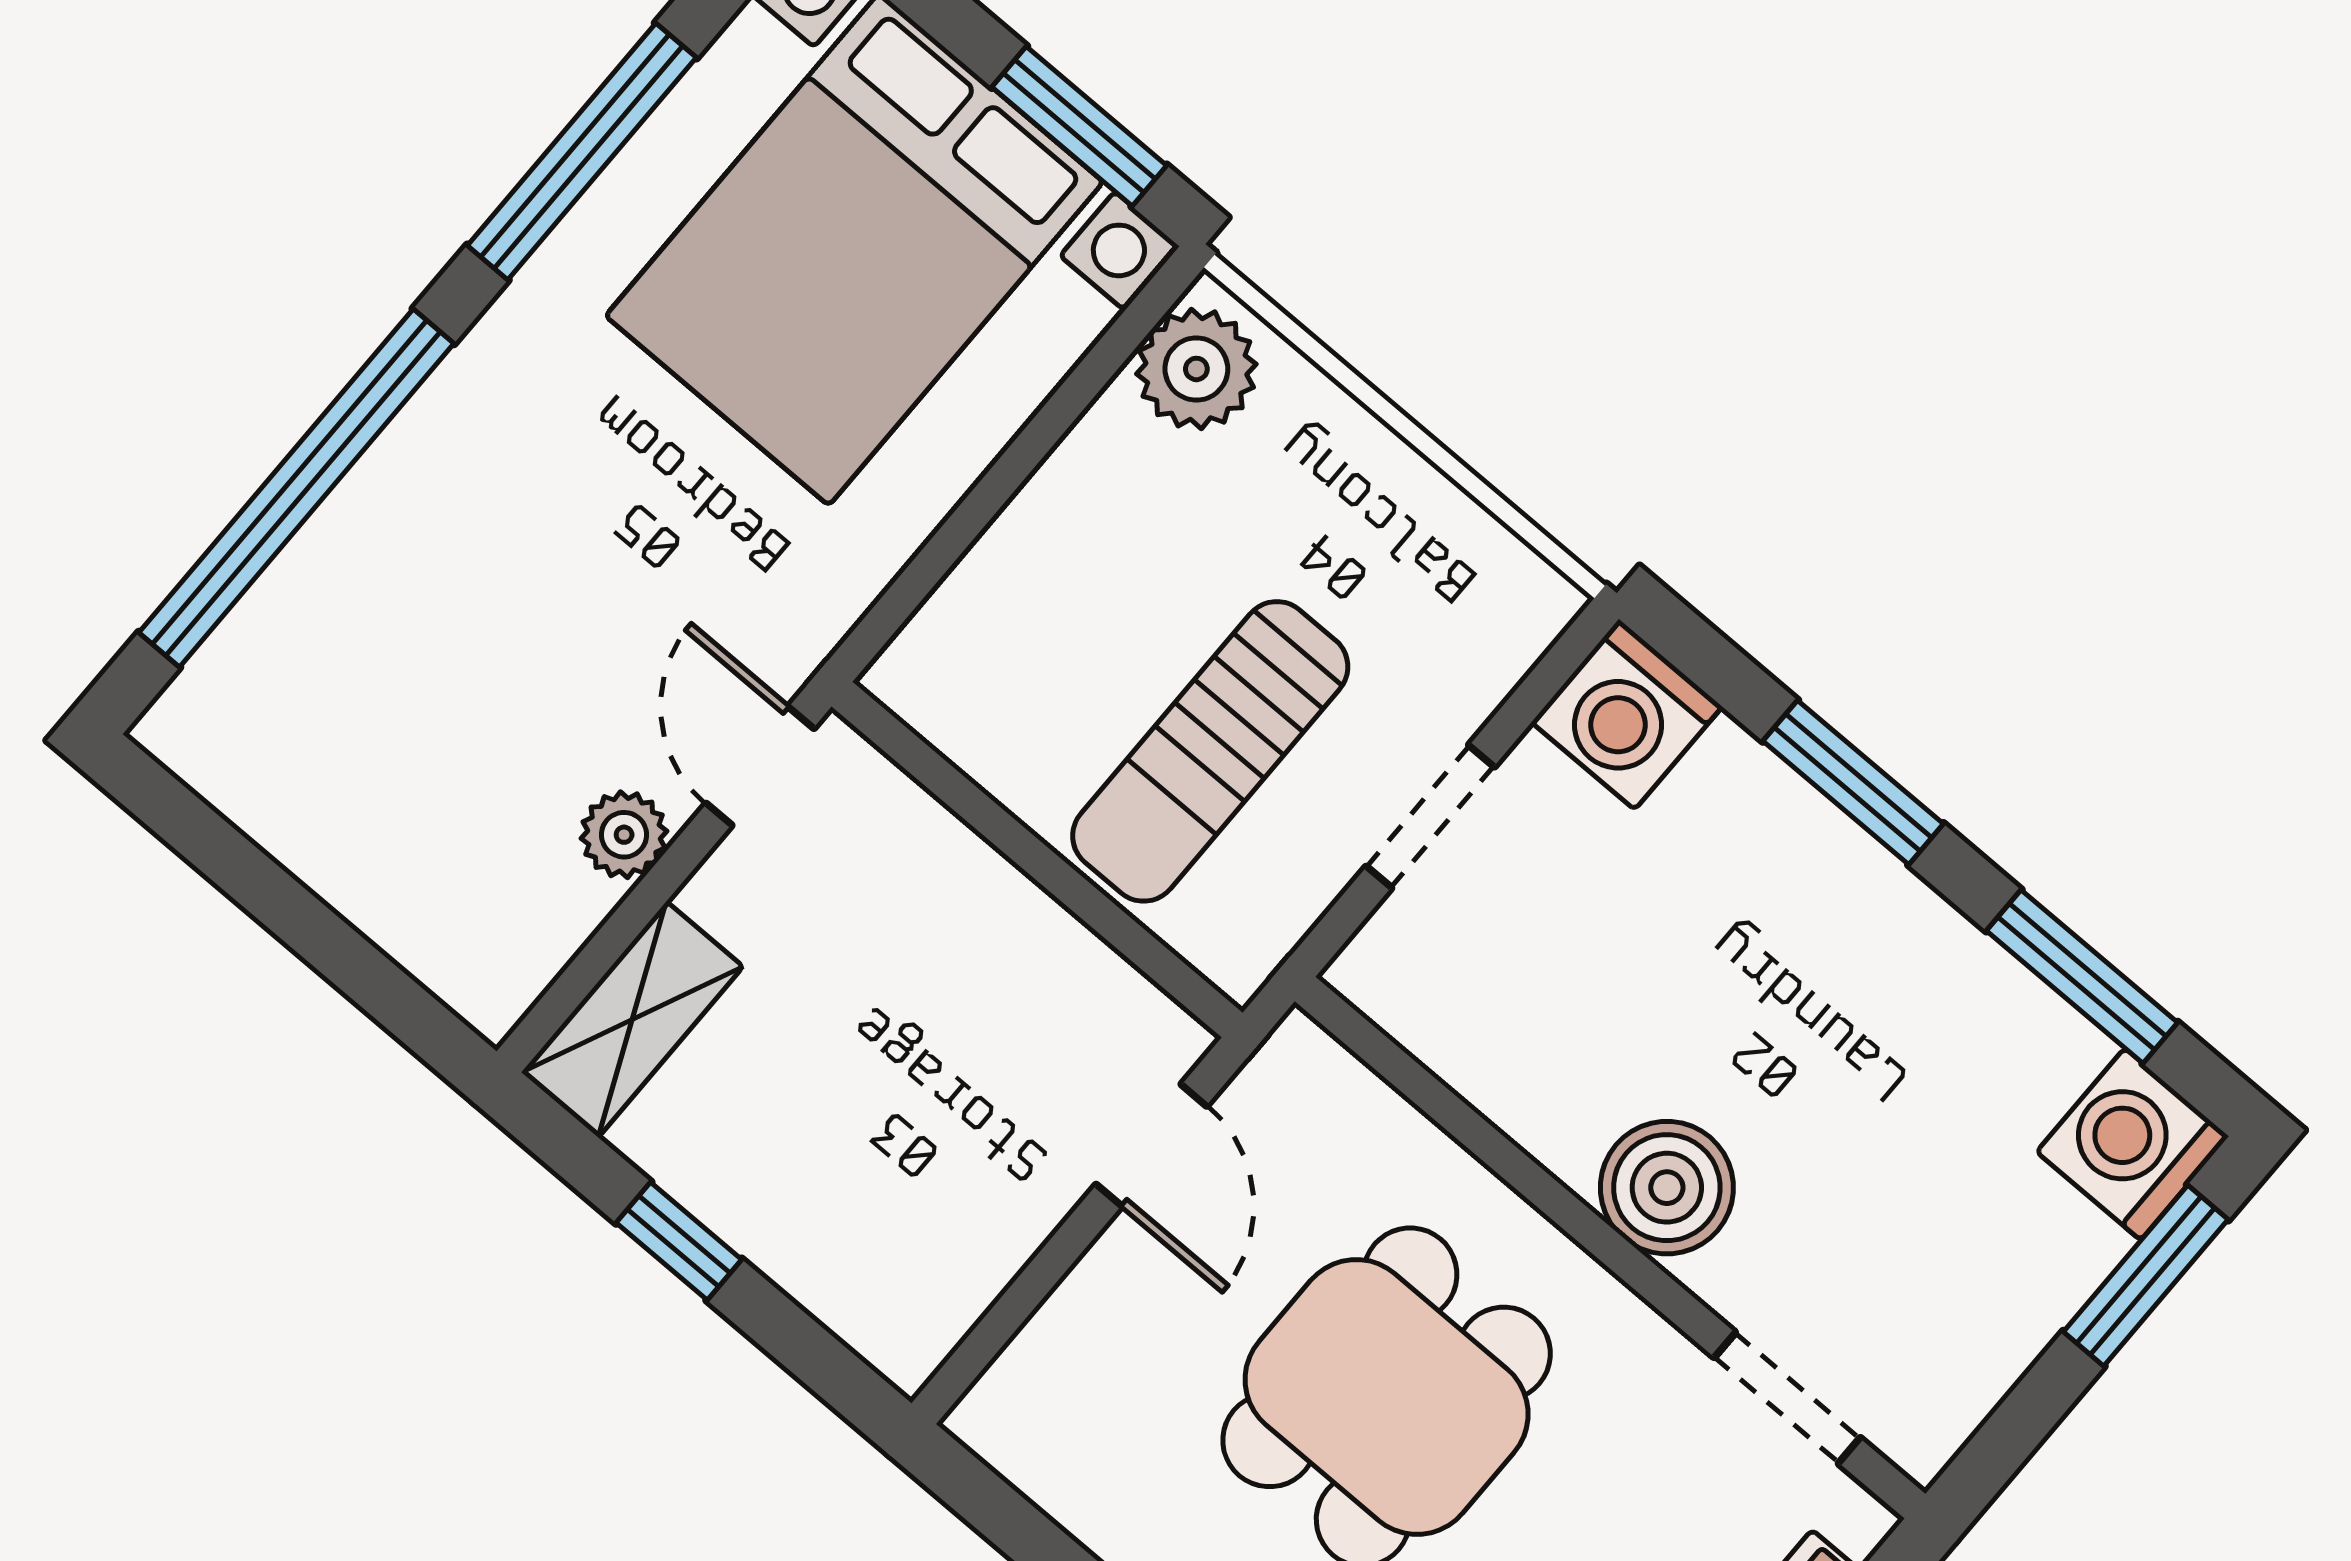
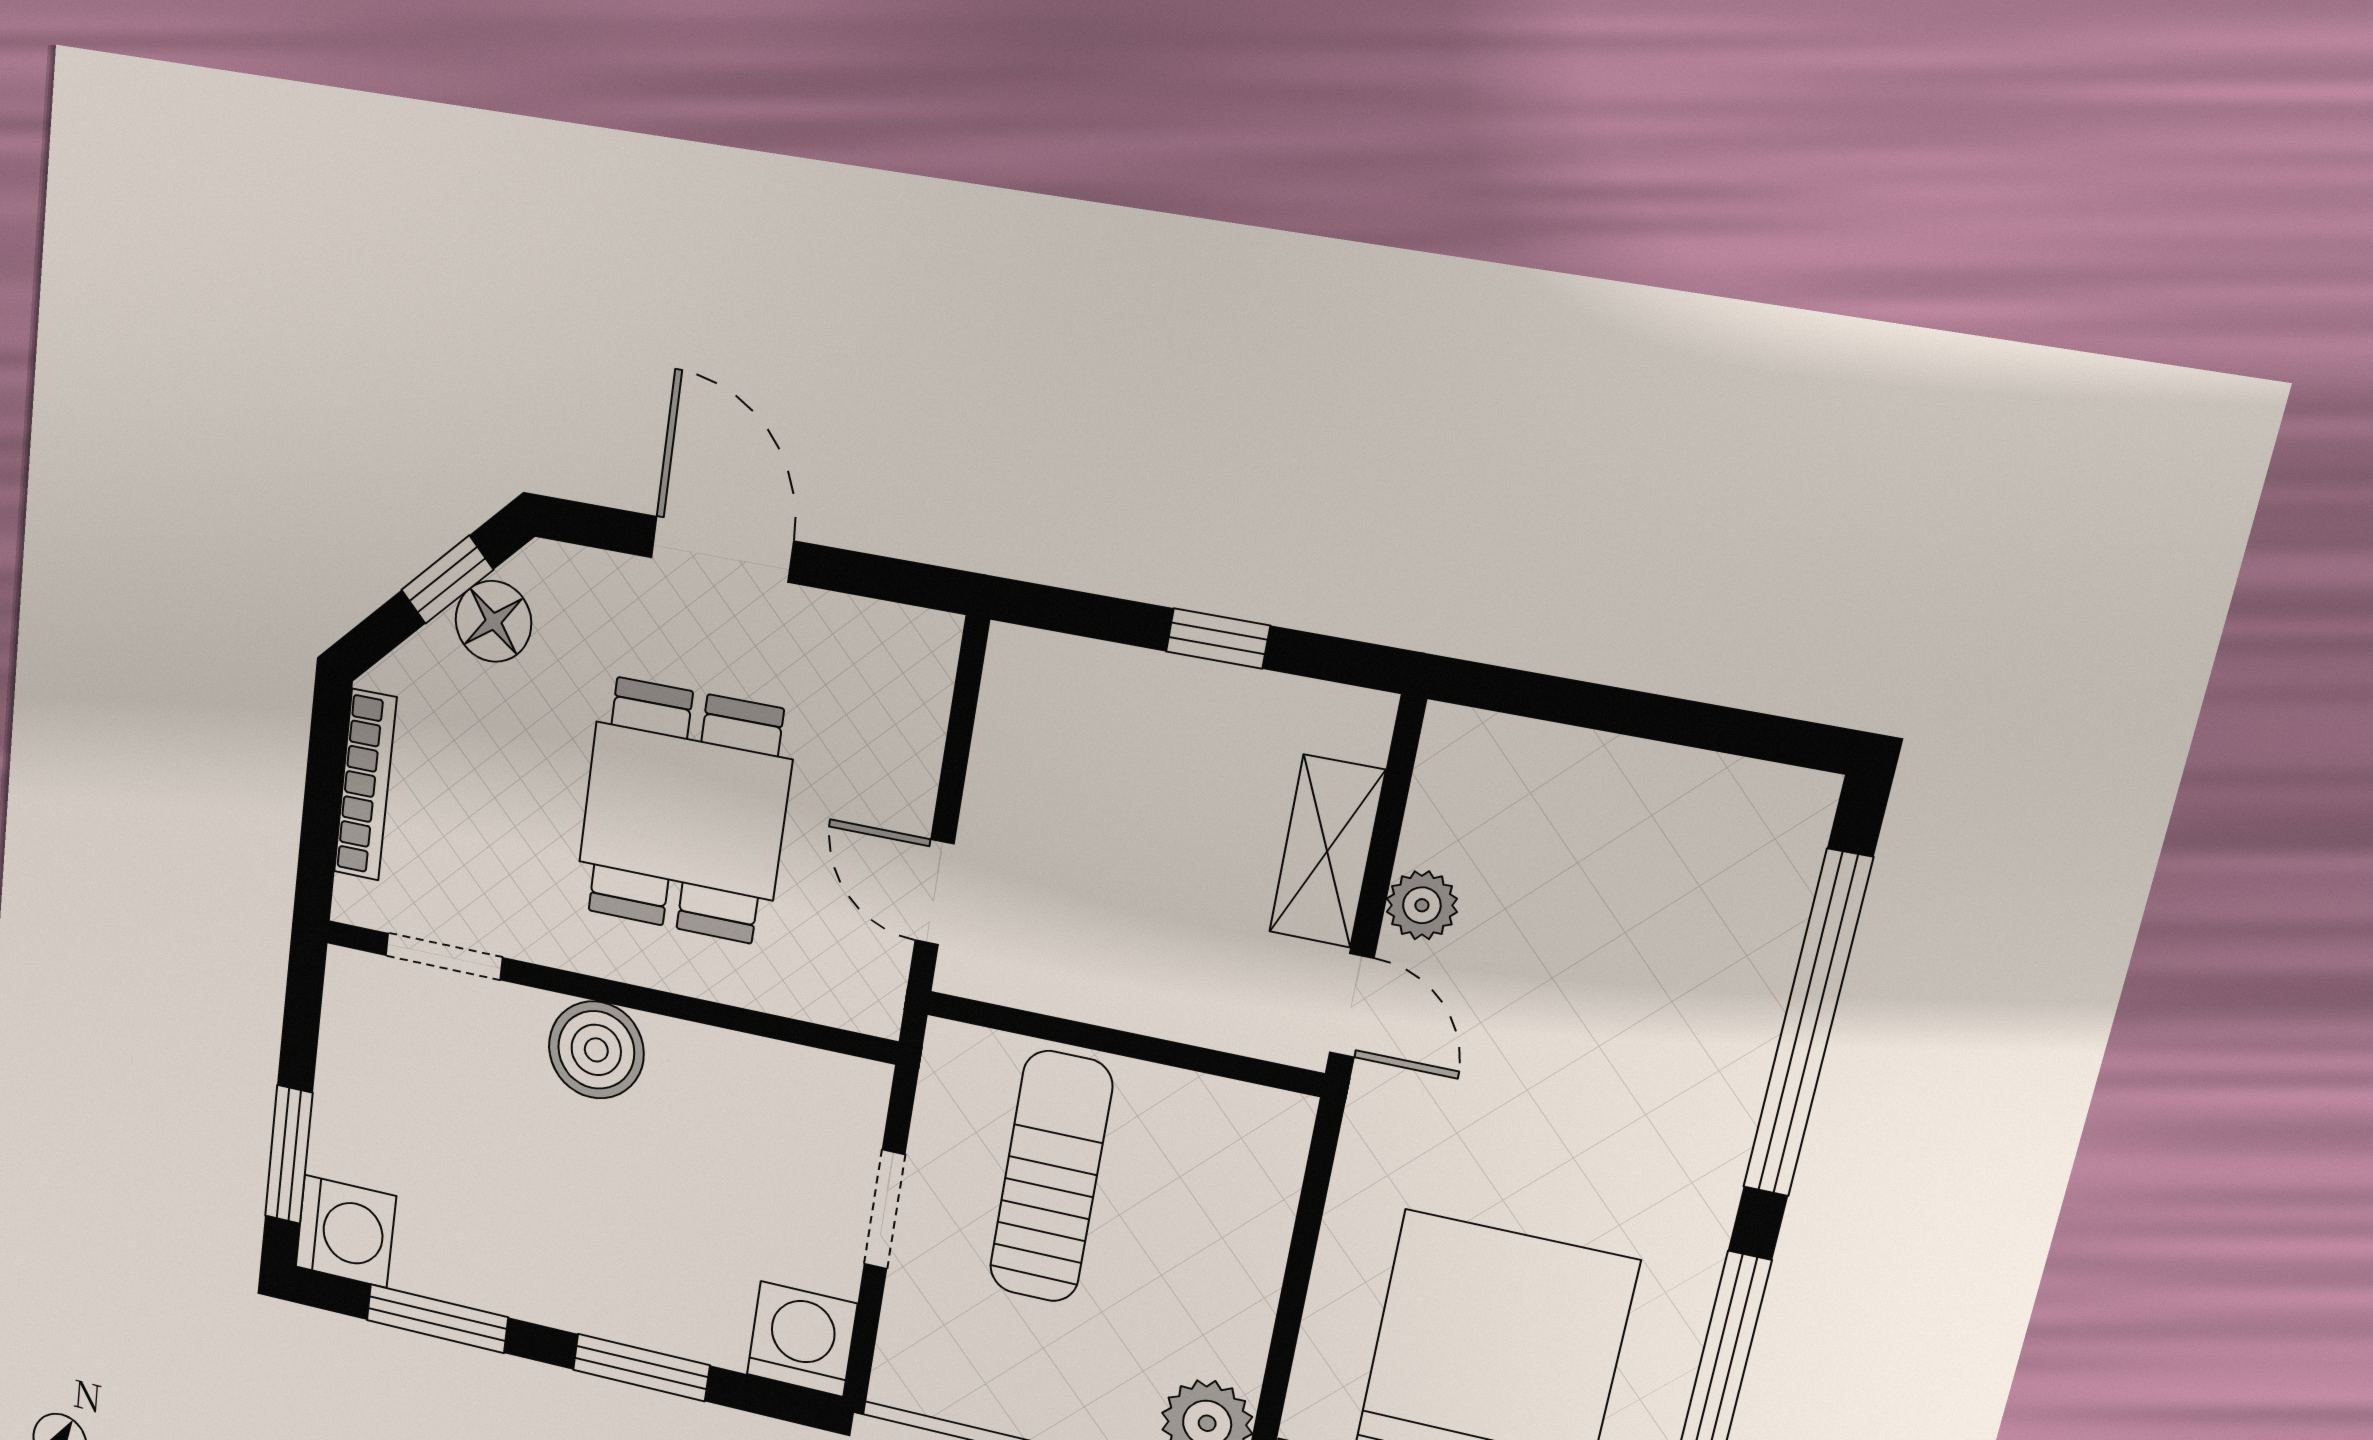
shelving: (632, 1019) -> (1327, 851), moved

